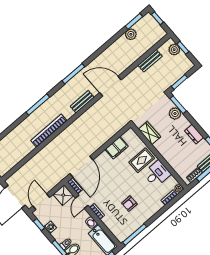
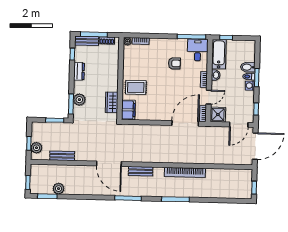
filing cabinet: (117, 148) -> (128, 110), moved, turned 90
desk: (157, 174) -> (198, 50), moved, turned 90
washing machine: (50, 227) -> (250, 86), moved

